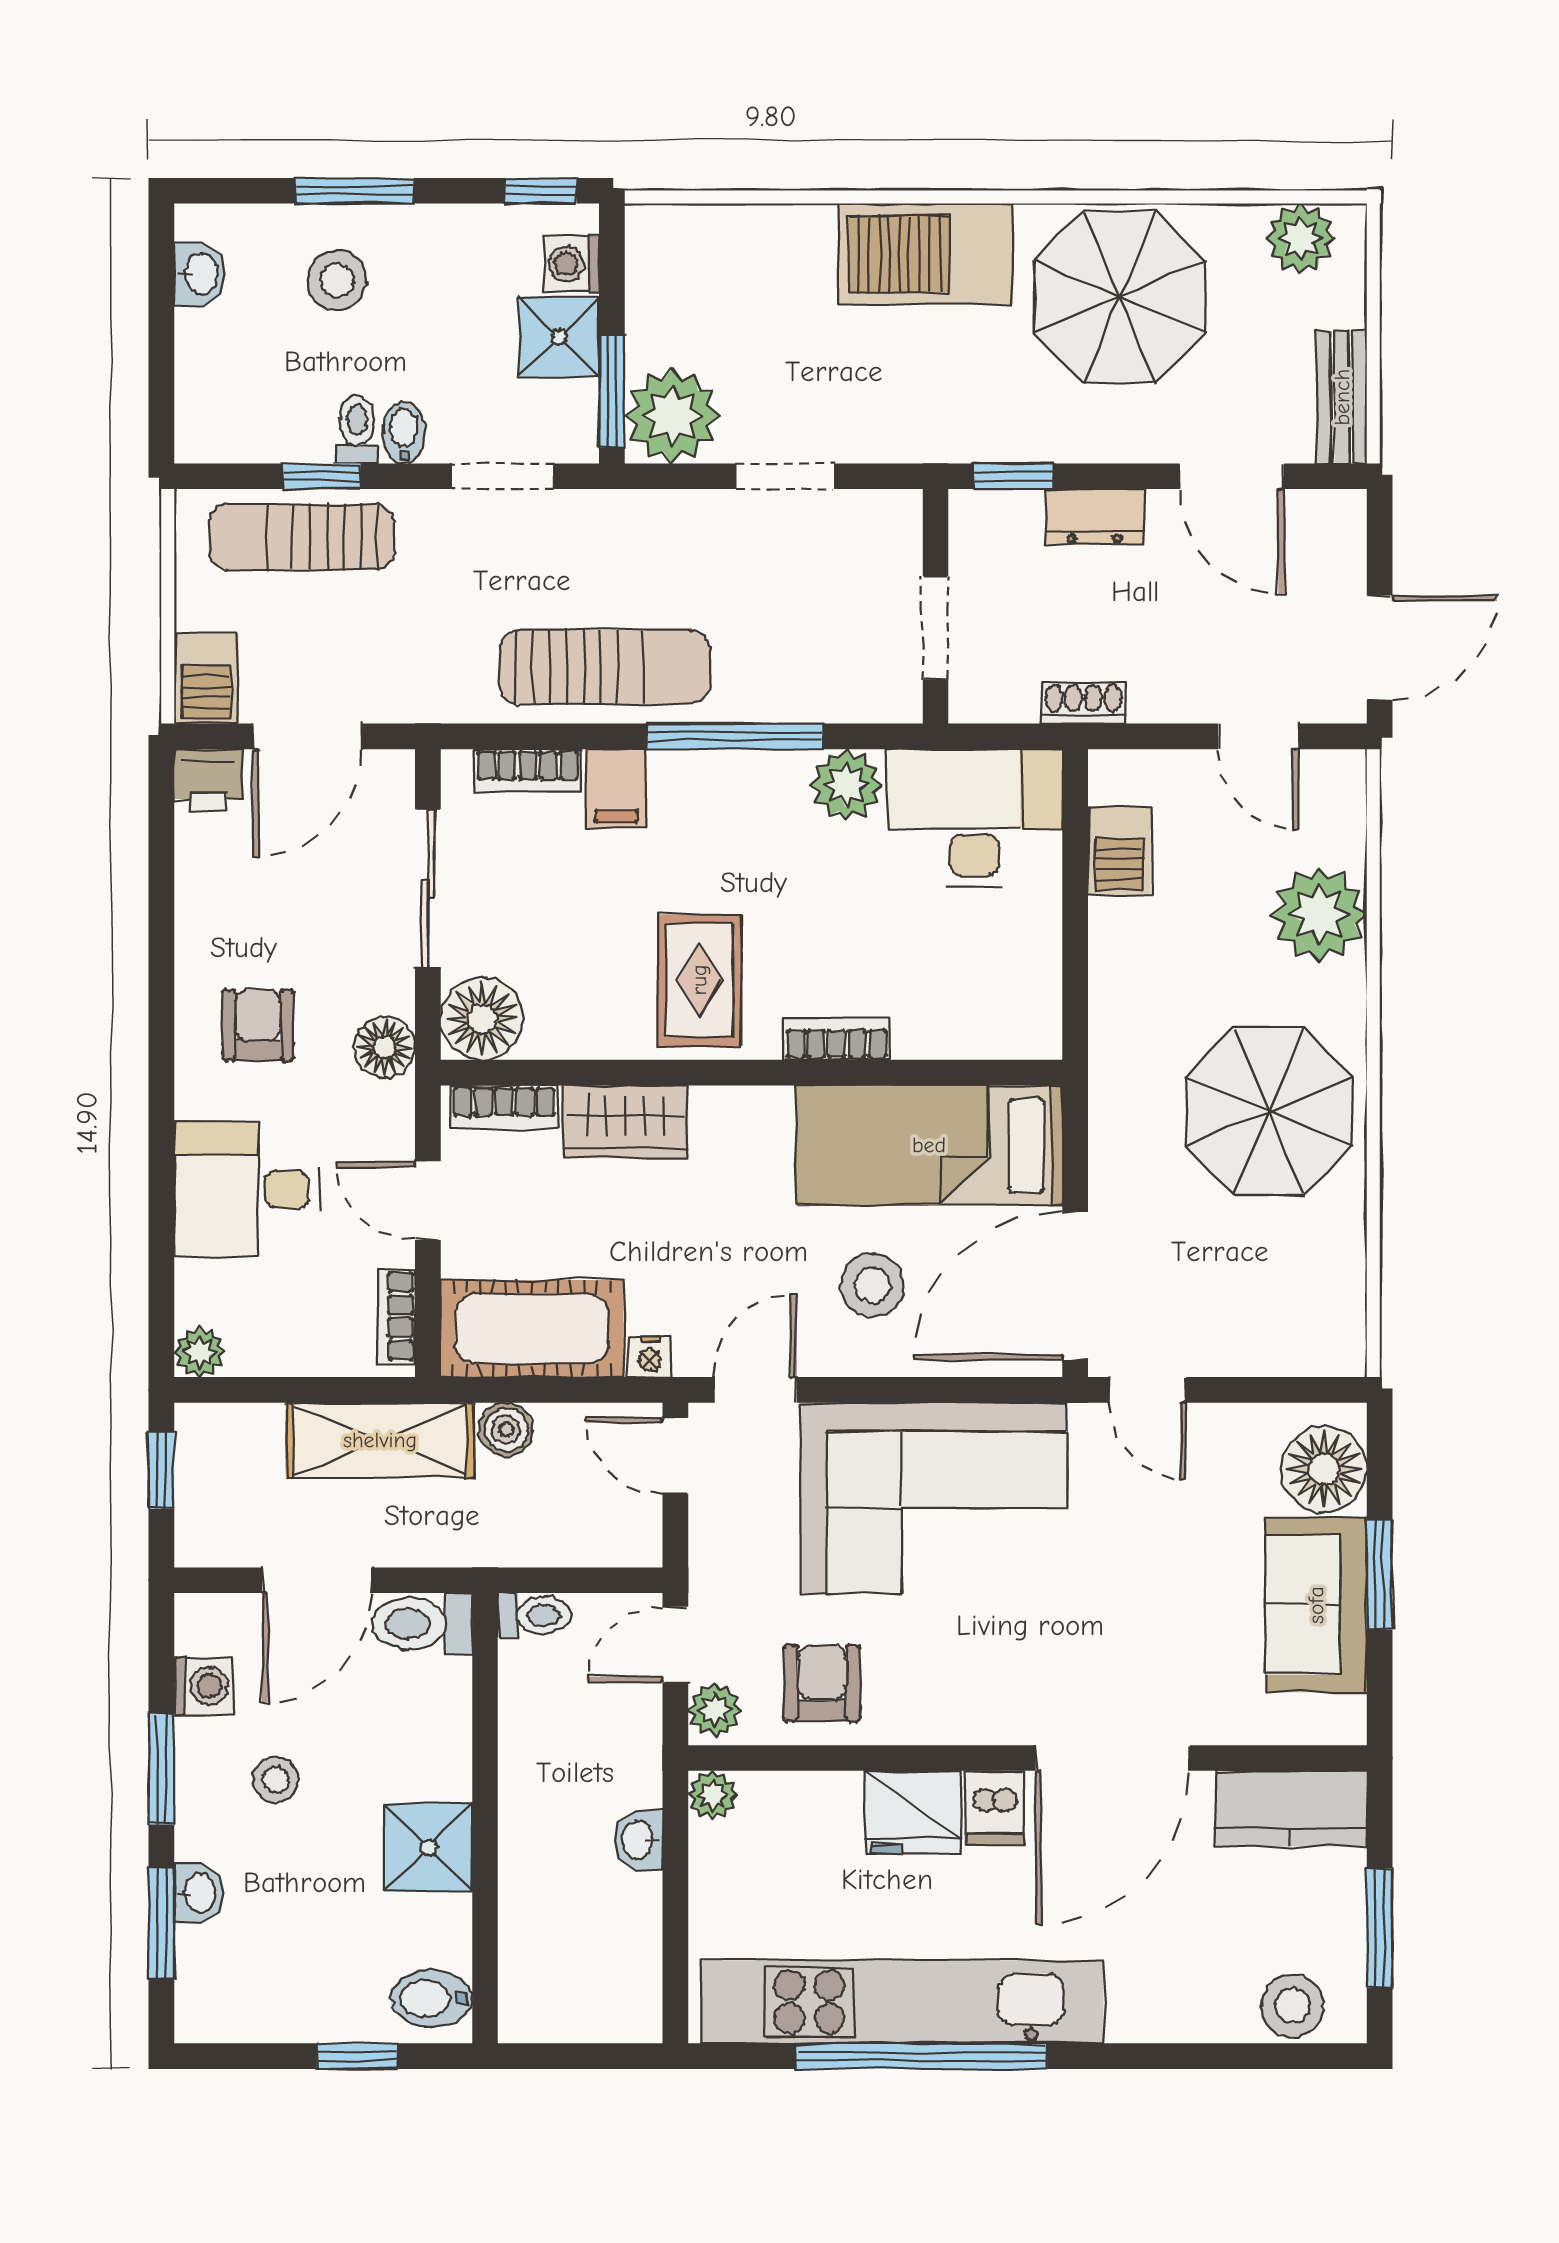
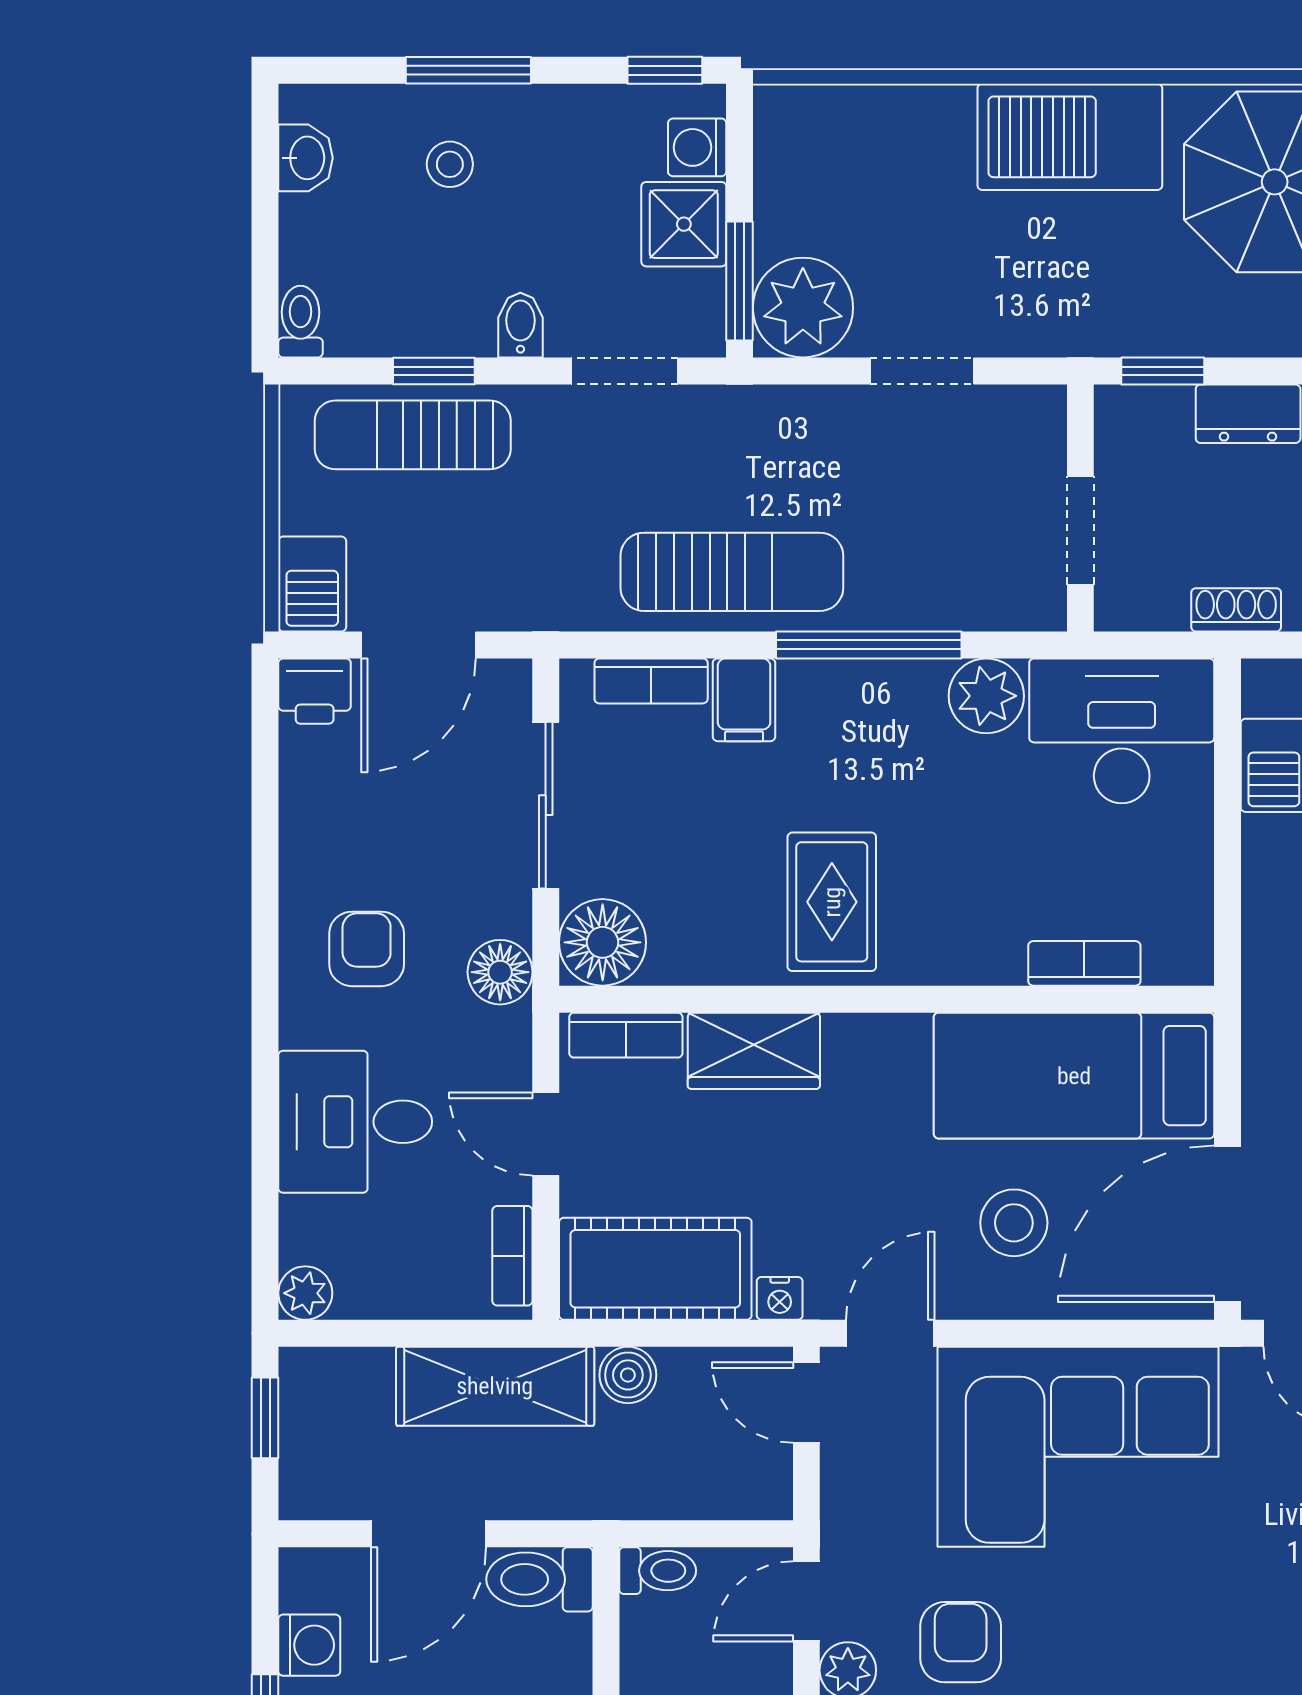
stool: (337, 280) -> (450, 164), width x0.73, depth x0.73
toilet: (357, 429) -> (301, 322), moved
bookcase: (837, 1039) -> (1084, 963), moved

